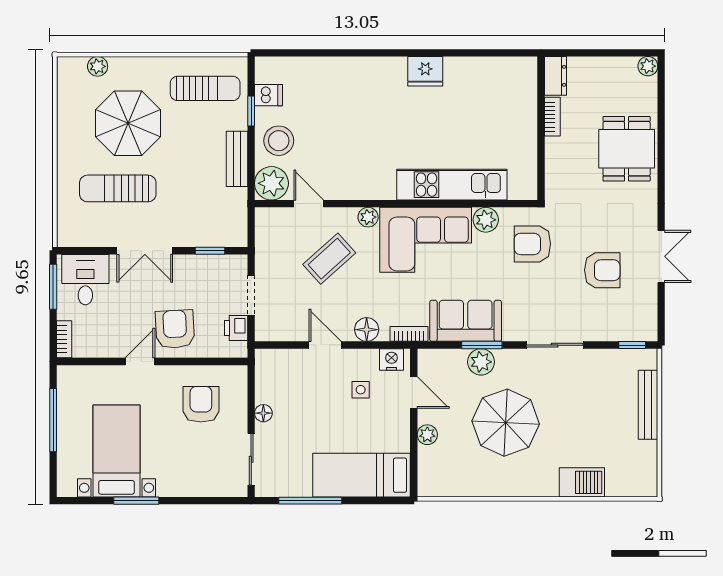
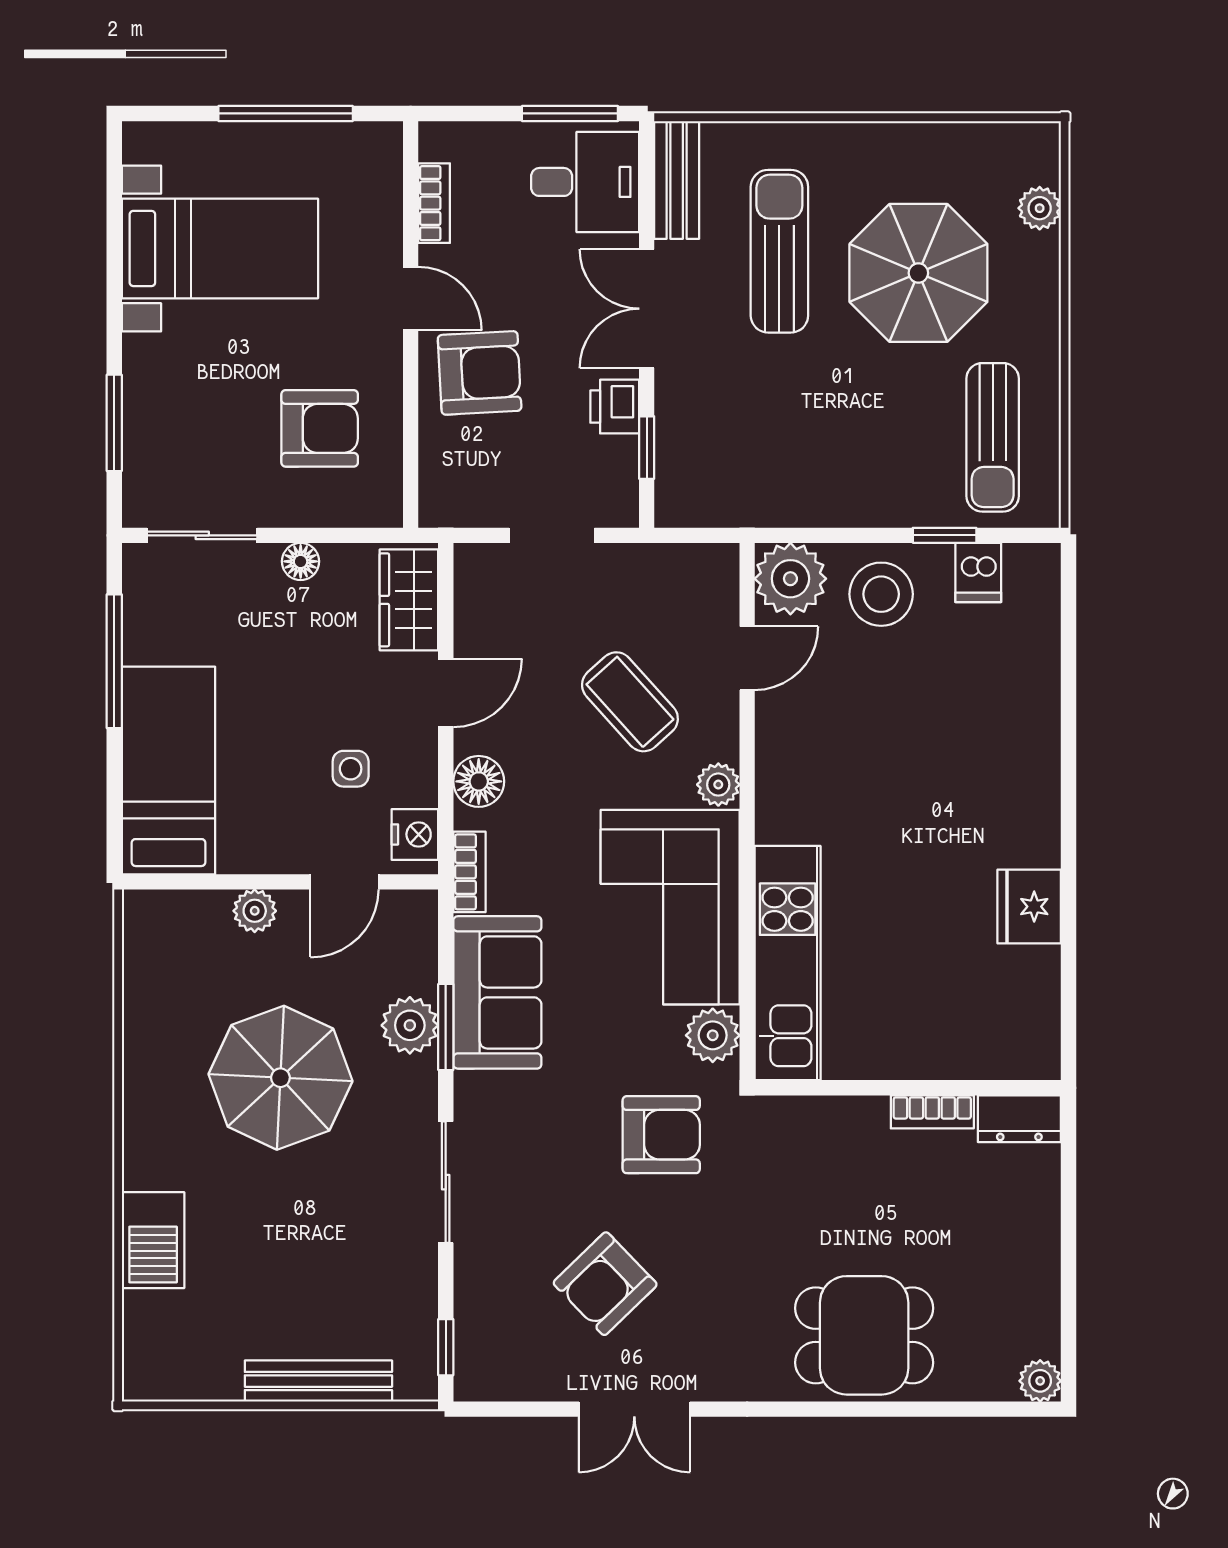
dresser: (556, 76) -> (1019, 1119), moved
bookcase: (552, 117) -> (932, 1112), moved
wall: (541, 128) -> (908, 1088), moved
bench: (237, 159) -> (677, 180), moved, turned 90
armchair: (532, 244) -> (661, 1135), turned 90
armchair: (602, 270) -> (605, 1284), turned 46
printer: (236, 328) -> (615, 407), moved, turned -90
bookcase: (64, 339) -> (434, 203), moved, turned -90
wardrobe: (281, 362) -> (409, 600), added
window: (136, 501) -> (114, 423), moved

